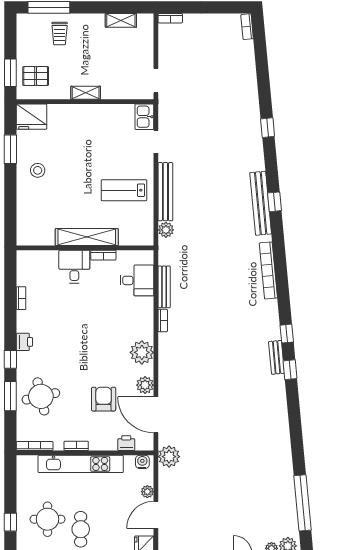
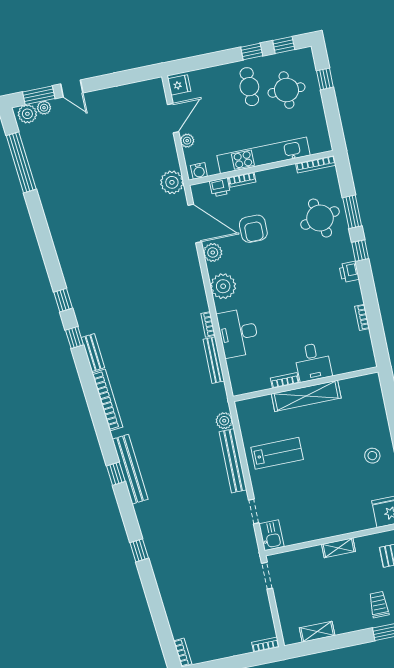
desk: (137, 280) -> (238, 333), moved, width x1.37
bench: (277, 357) -> (93, 353), moved
bookcase: (76, 446) -> (242, 180), moved

